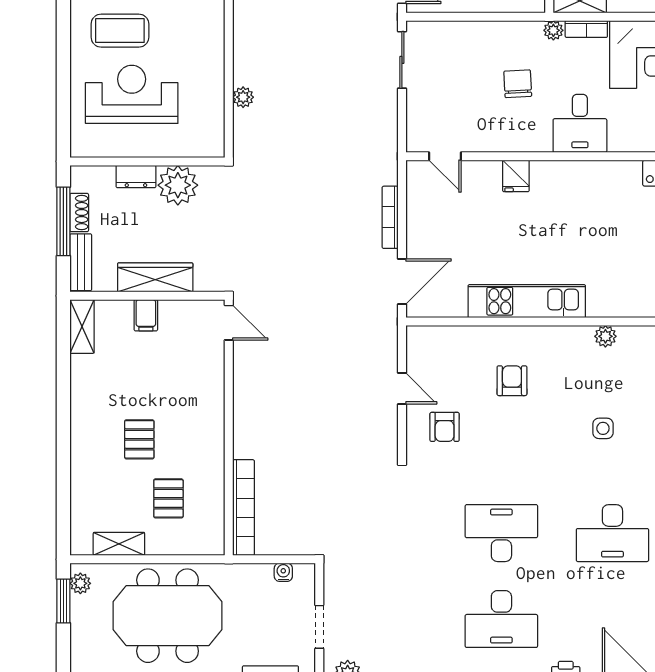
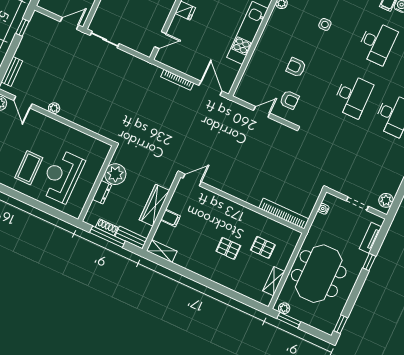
plant: (243, 97) -> (54, 108), moved
armchair: (512, 381) -> (296, 67), moved
desk: (501, 533) -> (353, 96), turned 180

